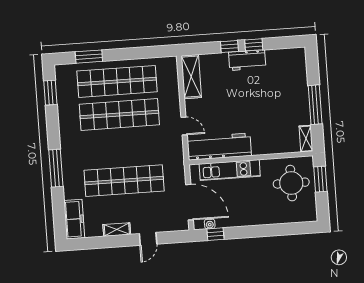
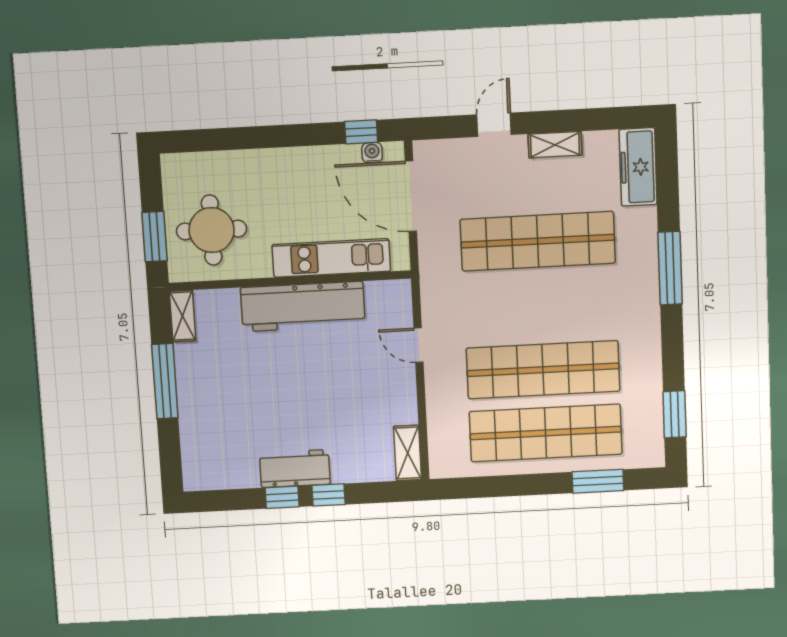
shelving: (191, 77) -> (408, 453), width x0.67, depth x0.75
workbench: (219, 147) -> (303, 306), moved

